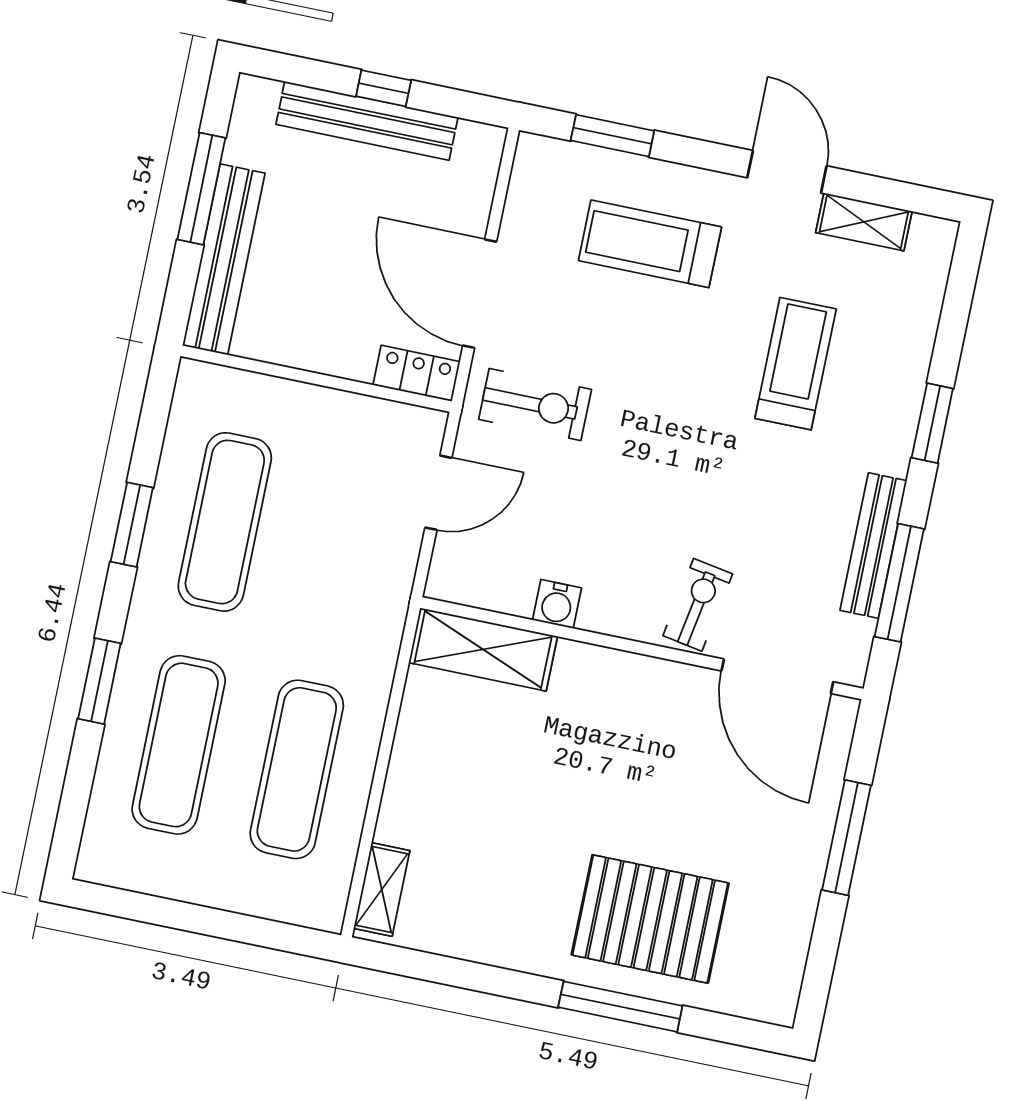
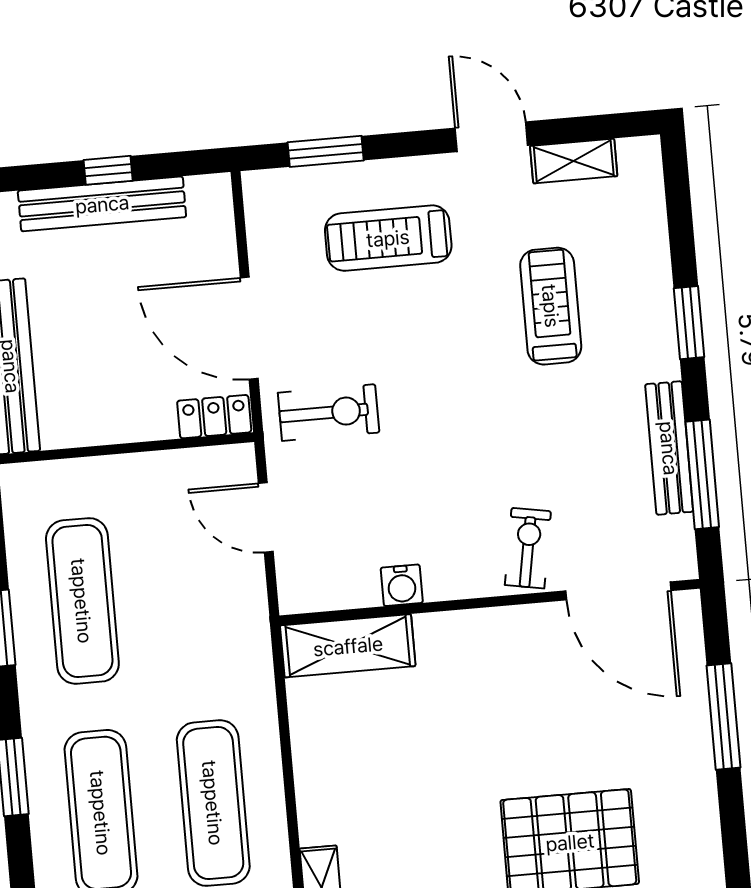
door: (438, 493) -> (266, 517), swing flipped

